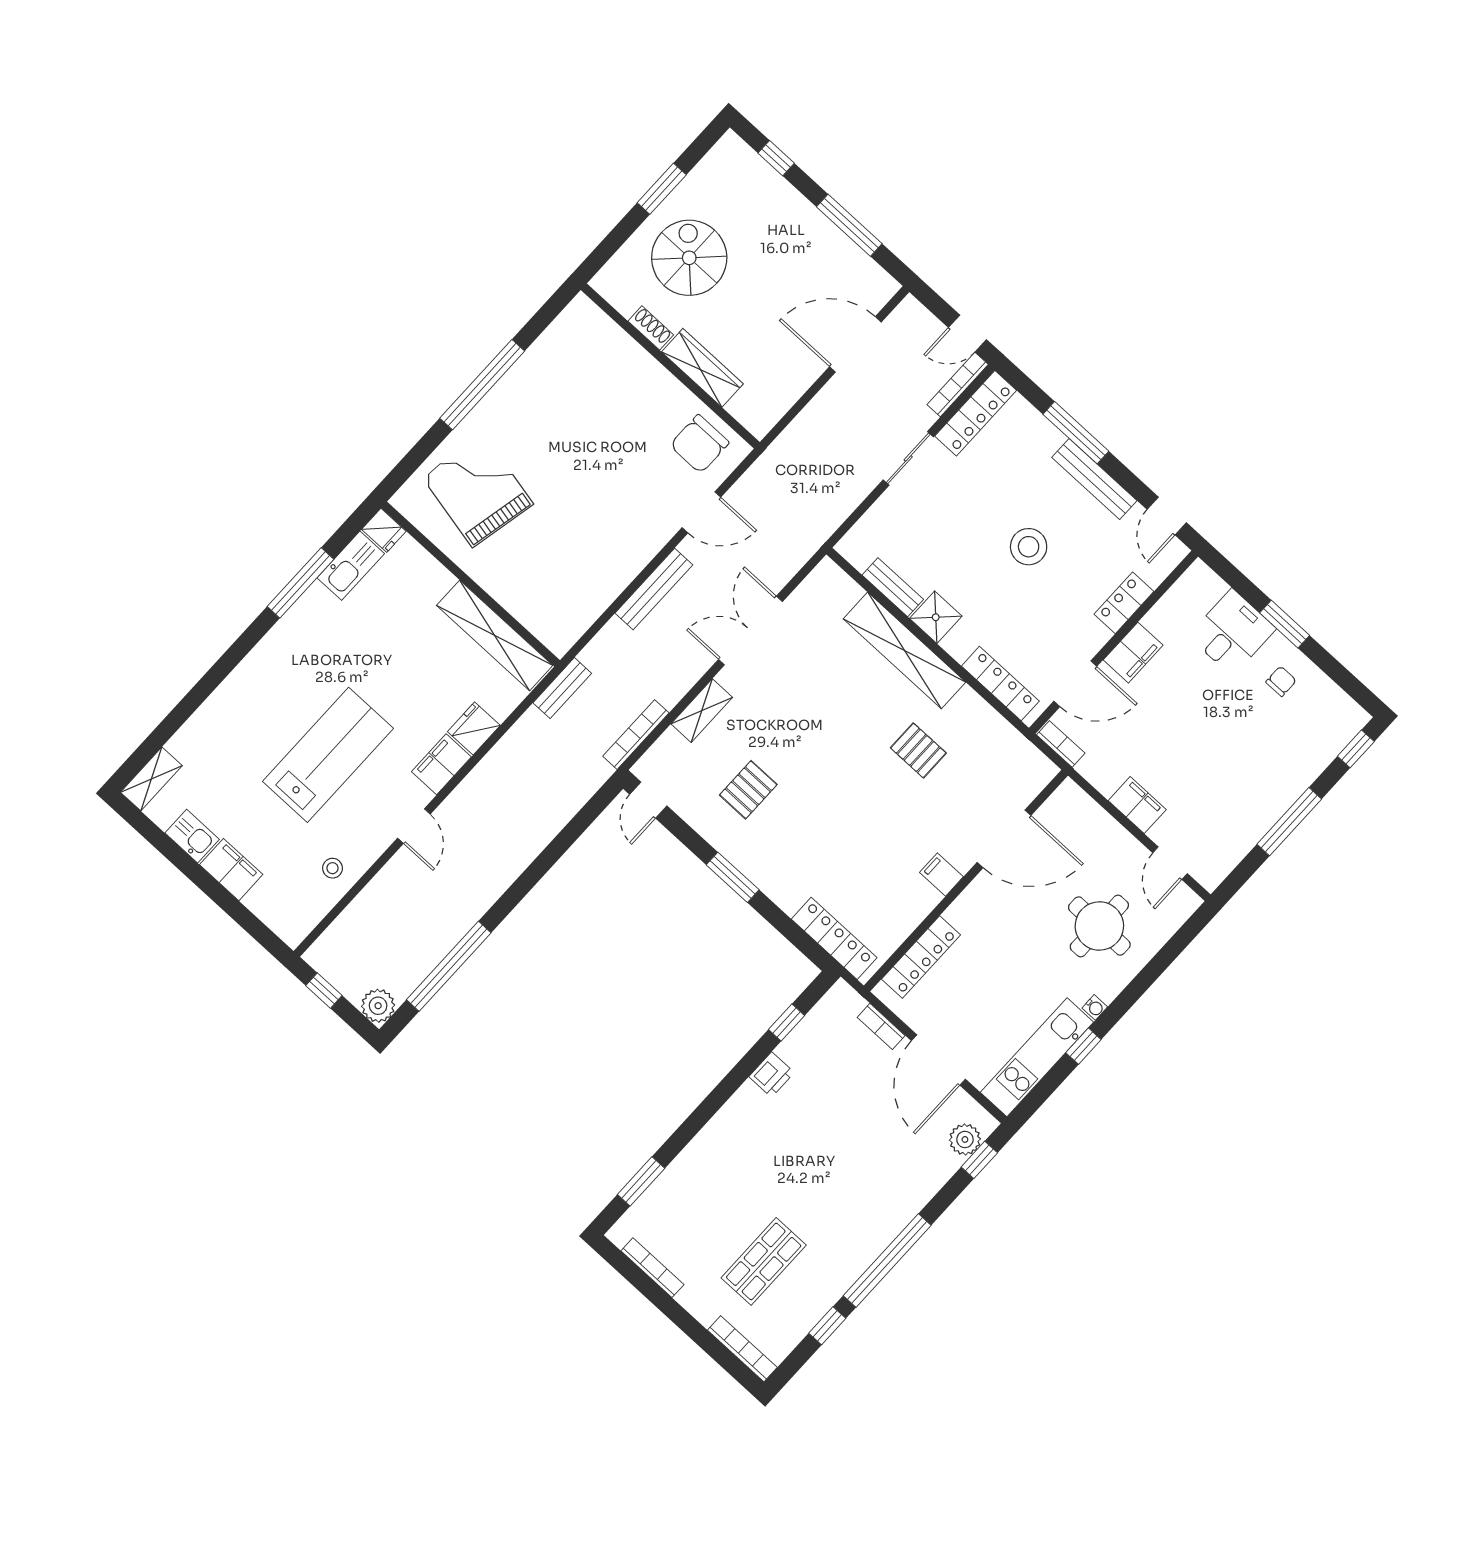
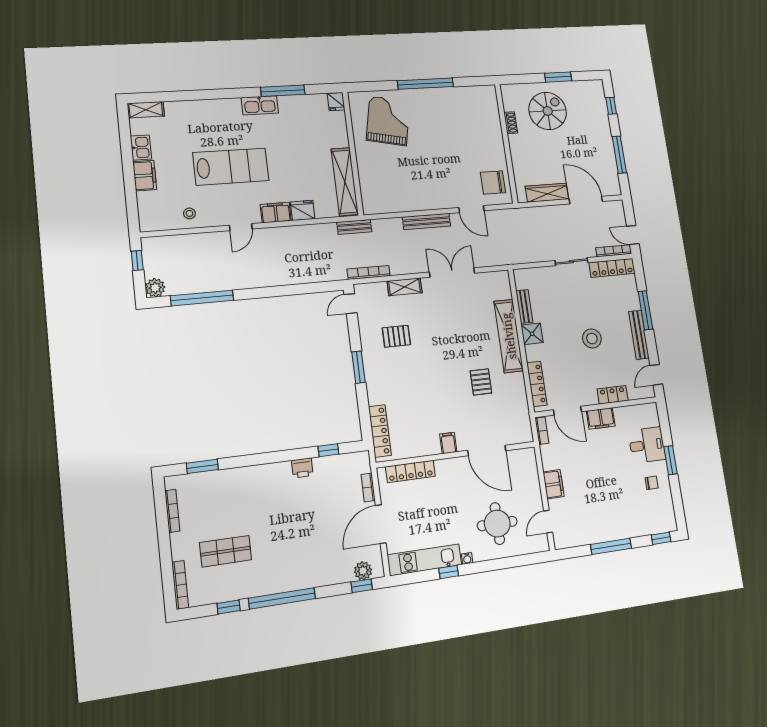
wardrobe: (702, 368) -> (547, 193), moved, turned -90
kitchen sink: (351, 566) -> (260, 105), moved

